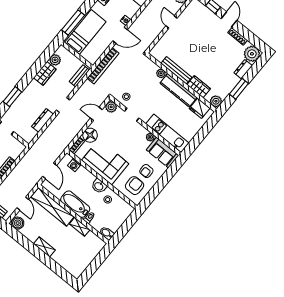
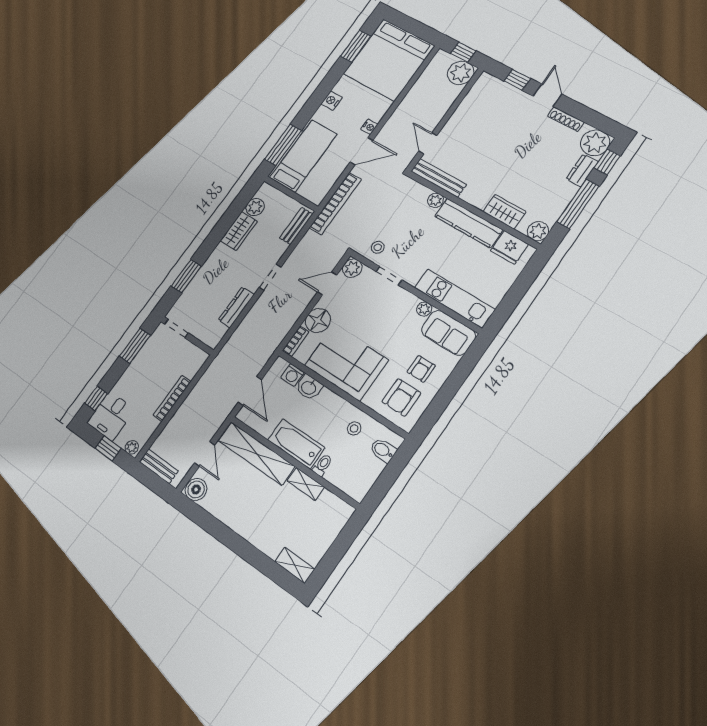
door: (171, 22) -> (428, 143), moved
window: (257, 66) -> (607, 162), added
bench: (176, 70) -> (439, 178), moved
window: (239, 89) -> (578, 204), width x1.44
washbasin: (99, 186) -> (309, 387), moved
armchair: (135, 186) -> (401, 397), turned 180
bidet: (107, 233) -> (383, 450), moved
shelving: (44, 247) -> (295, 565), moved

